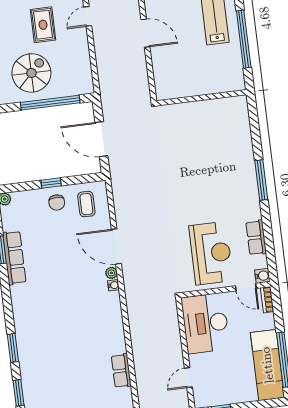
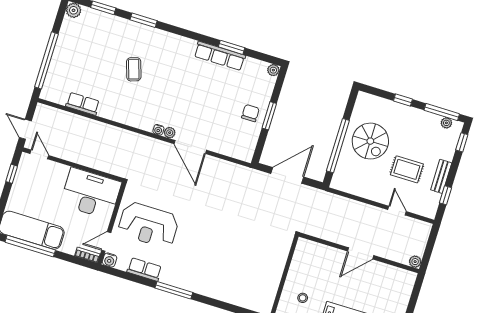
stool: (215, 70) -> (303, 298), added
window: (261, 180) -> (174, 290), moved
window: (51, 183) -> (269, 116), width x1.50
chair: (57, 203) -> (250, 113), turned 90
coffee table: (86, 204) -> (134, 69), moved, turned 72
door: (116, 246) -> (190, 147), swing flipped
door: (188, 378) -> (39, 154), moved

